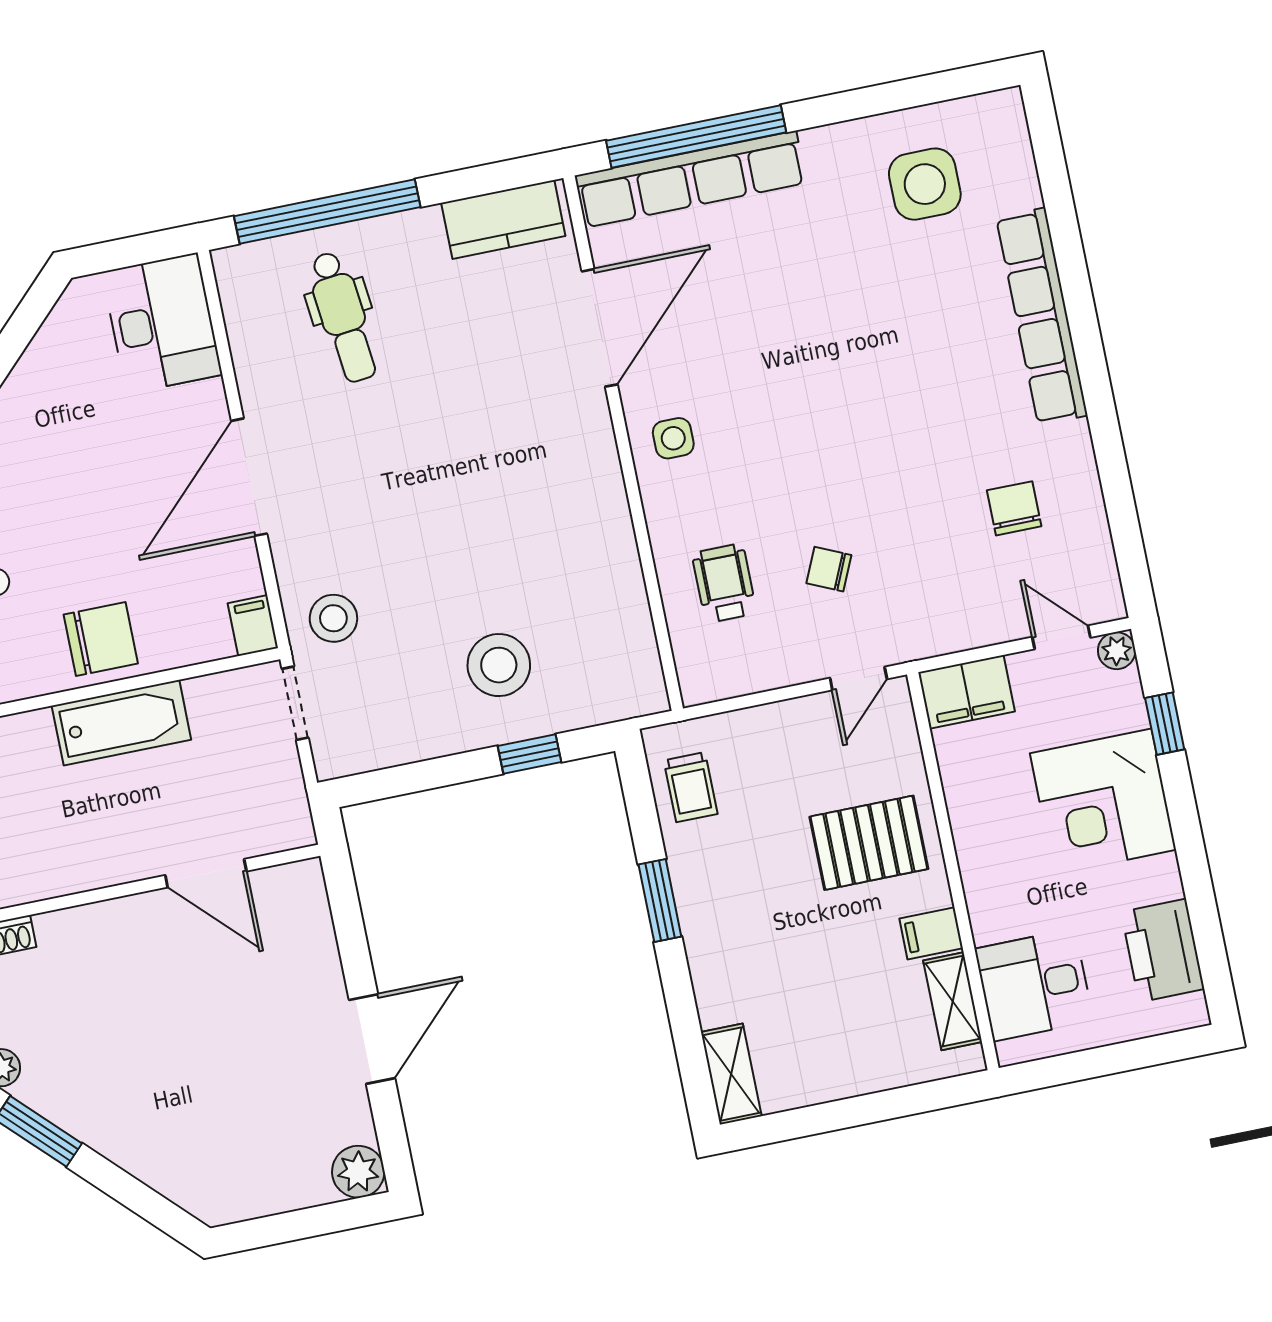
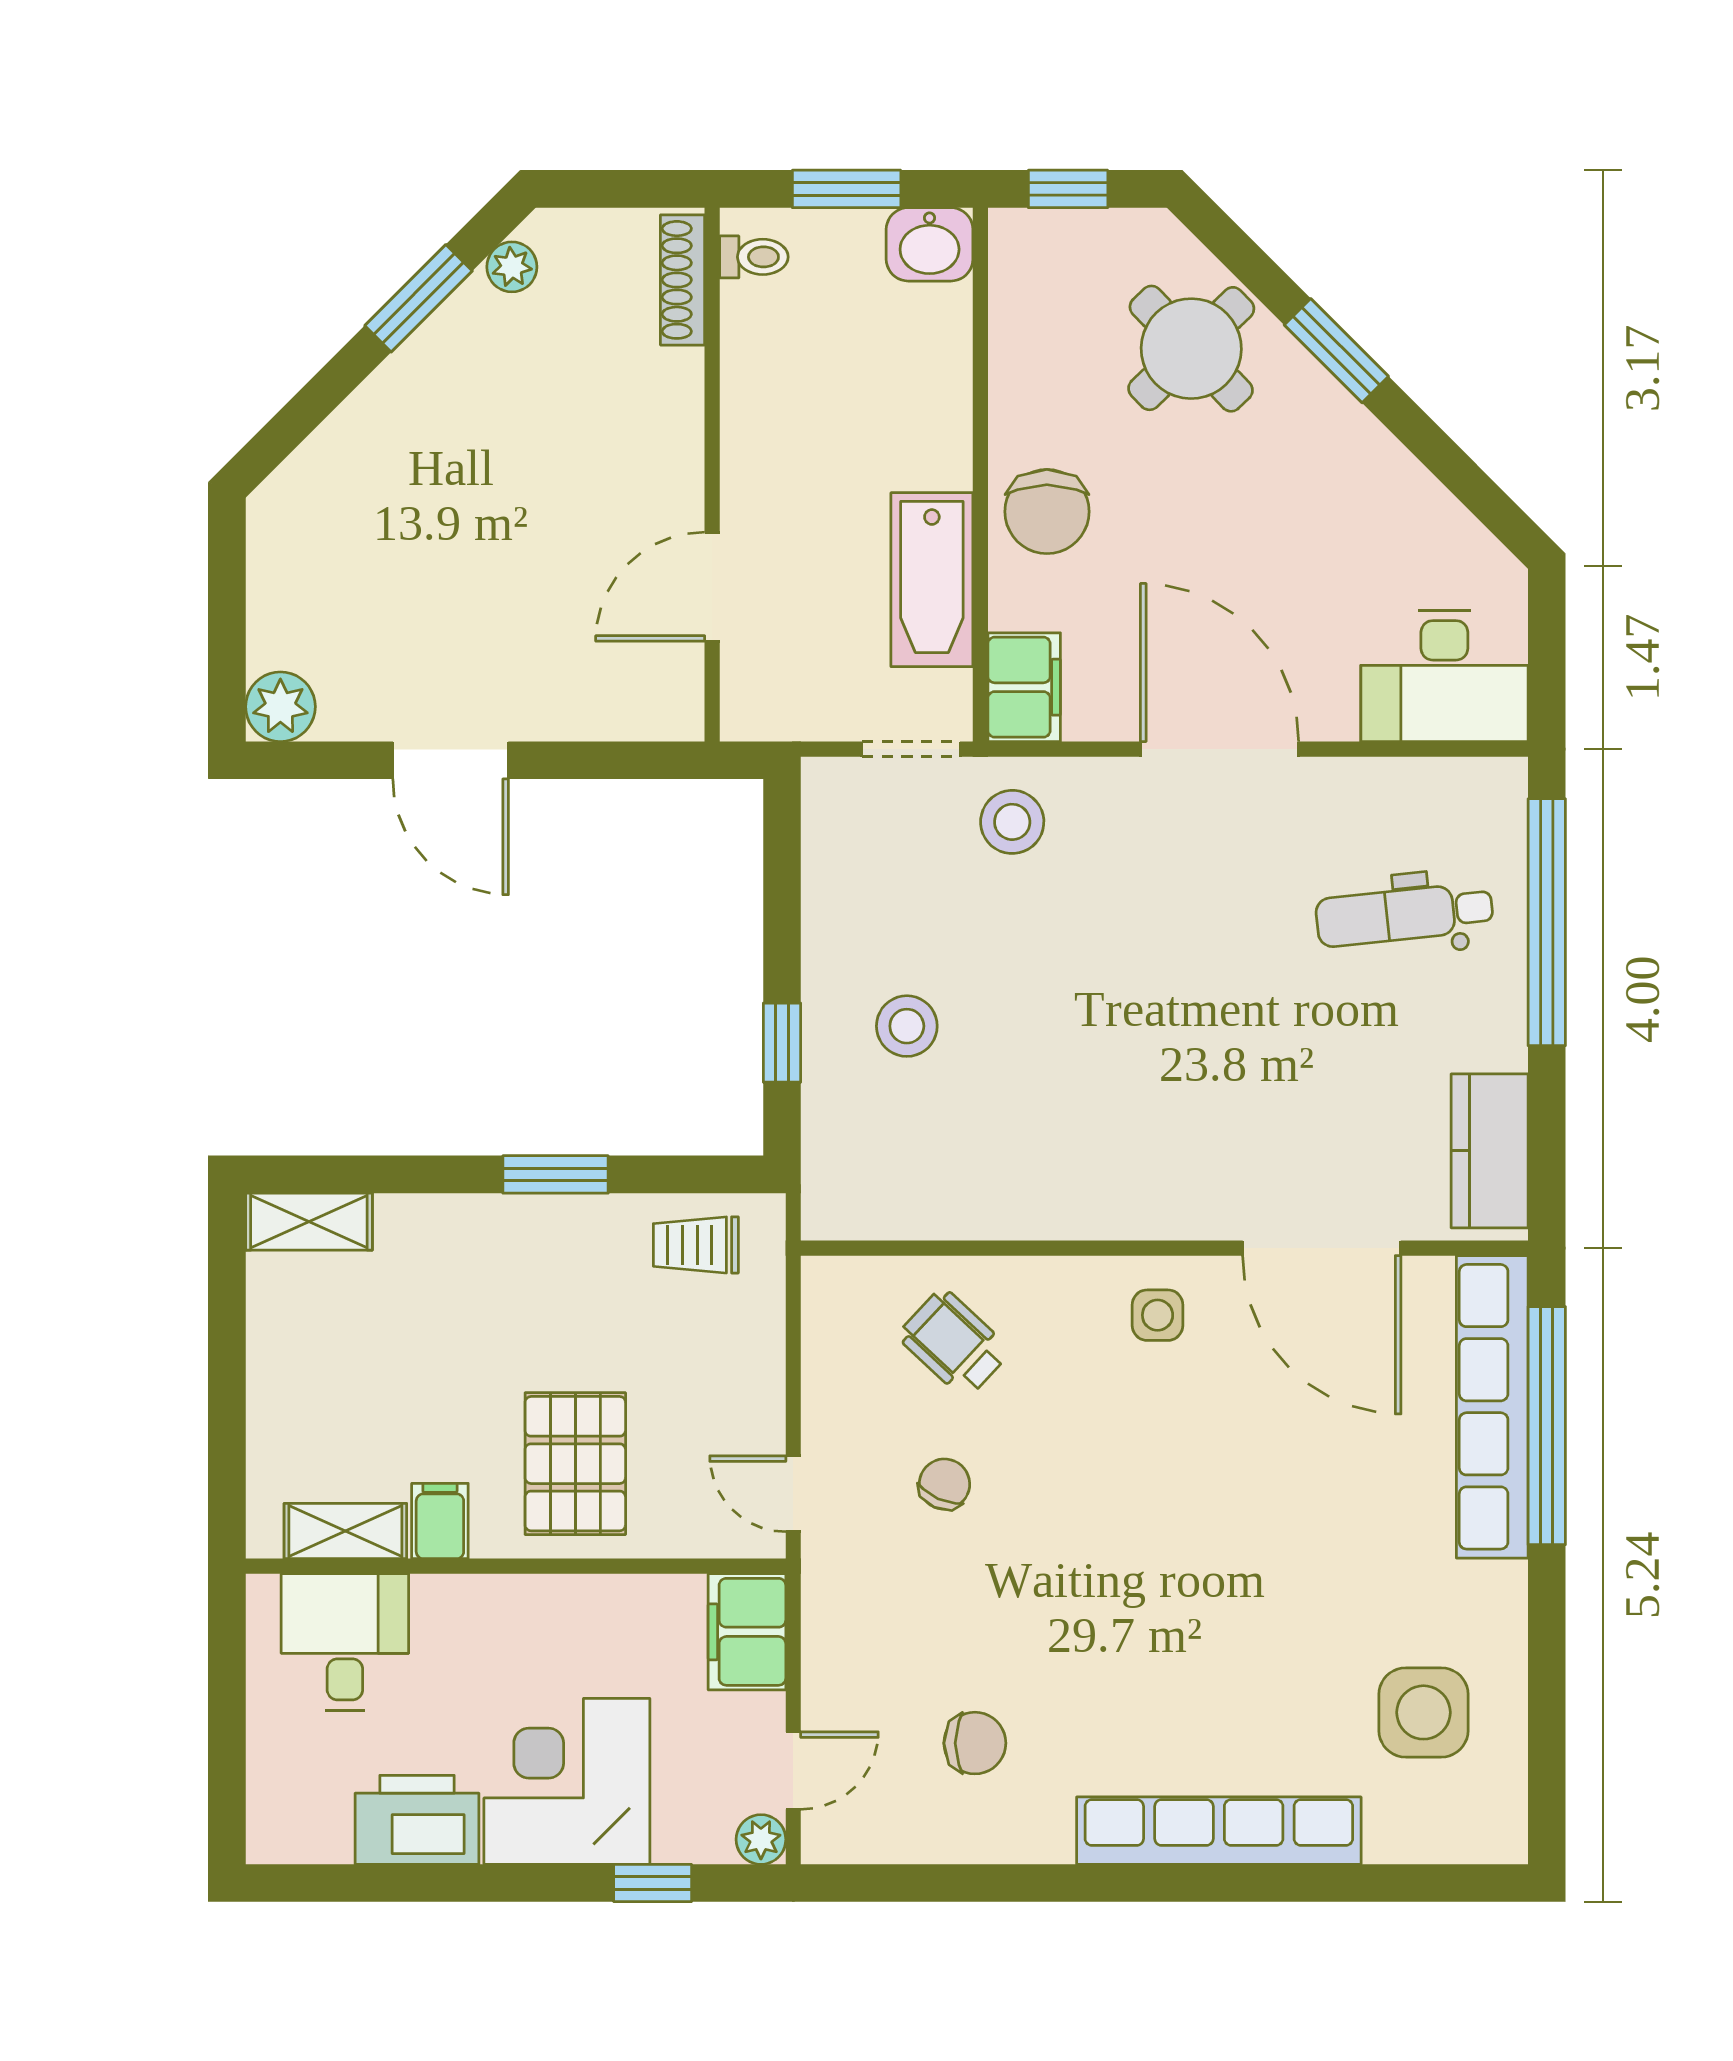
wheelchair: (724, 583) -> (954, 1343), turned -137
filing cabinet: (253, 626) -> (1024, 687), width x2.00
stool: (499, 665) -> (907, 1026), width x0.73, depth x0.73
bathtub: (121, 723) -> (932, 580), moved
printer: (1163, 950) -> (417, 1820), moved

